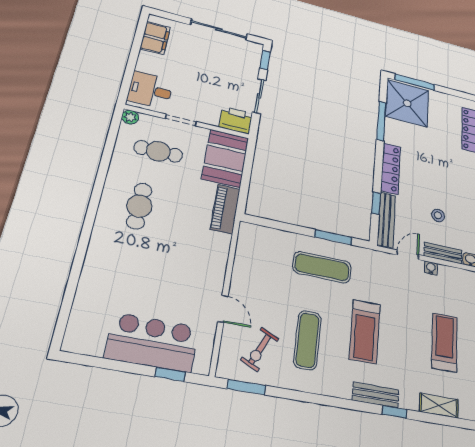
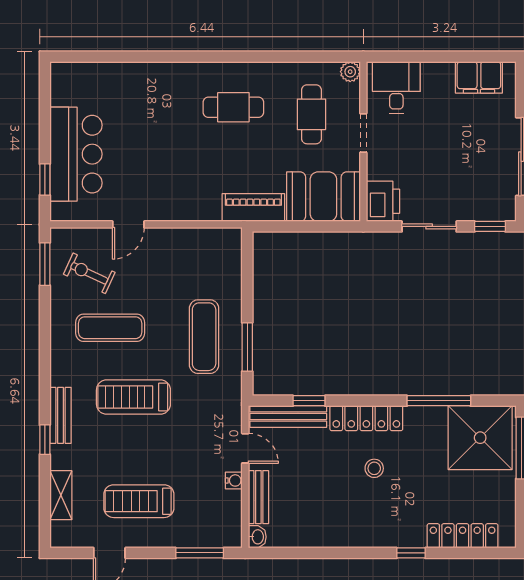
stool: (438, 215) -> (374, 468), moved
treadmill: (445, 342) -> (139, 501), turned 180

